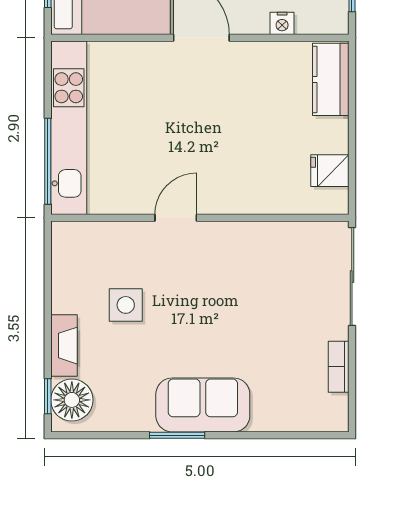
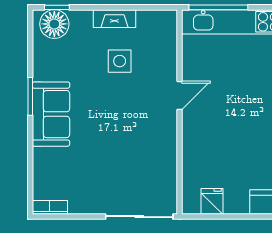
door: (176, 218) -> (180, 95), hinge flipped
fireplace: (64, 346) -> (114, 19), moved
bookcase: (339, 367) -> (50, 207), moved

